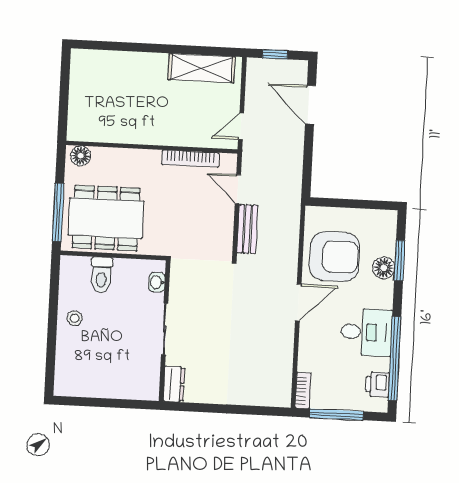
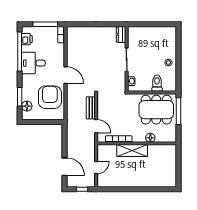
shelving: (201, 68) -> (132, 151), moved
door: (241, 126) -> (96, 168), moved
floor lamp: (81, 156) -> (150, 138), moved
armchair: (334, 257) -> (50, 97), turned 90
floor lamp: (384, 268) -> (27, 106), moved
door: (298, 302) -> (66, 75), swing flipped

